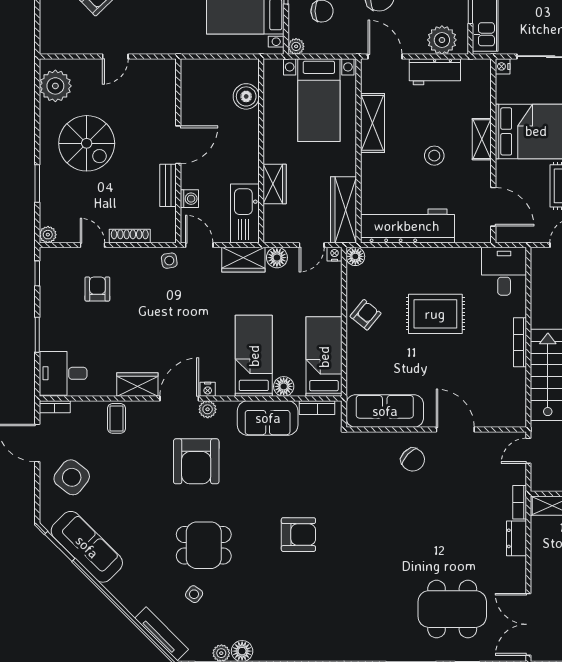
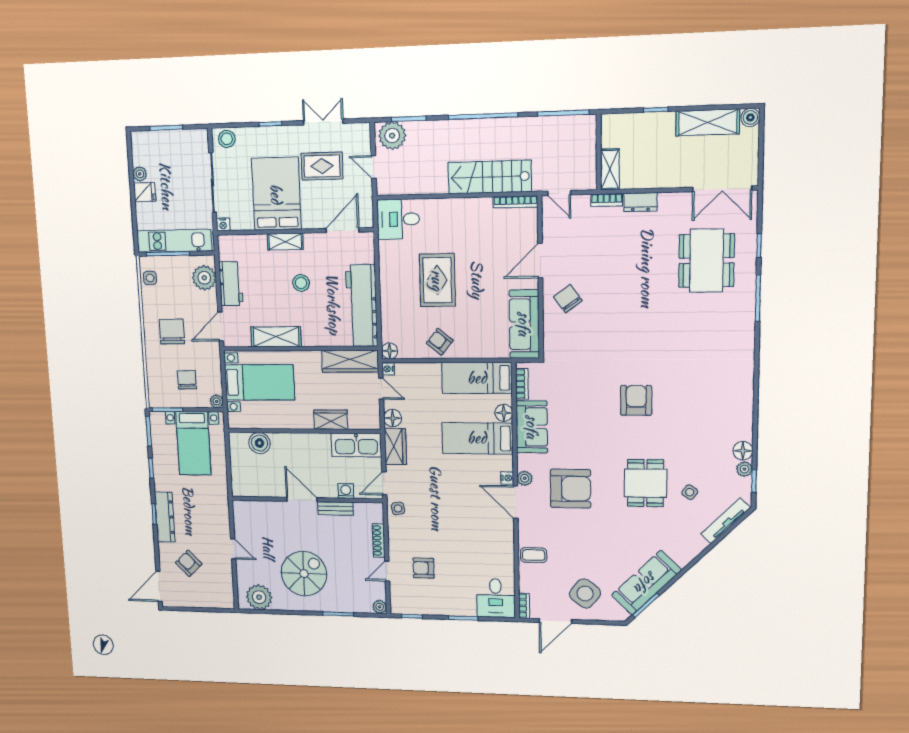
bookcase: (520, 342) -> (515, 202), moved
wardrobe: (137, 384) -> (504, 537), removed
chair: (413, 460) -> (568, 299), turned -79

